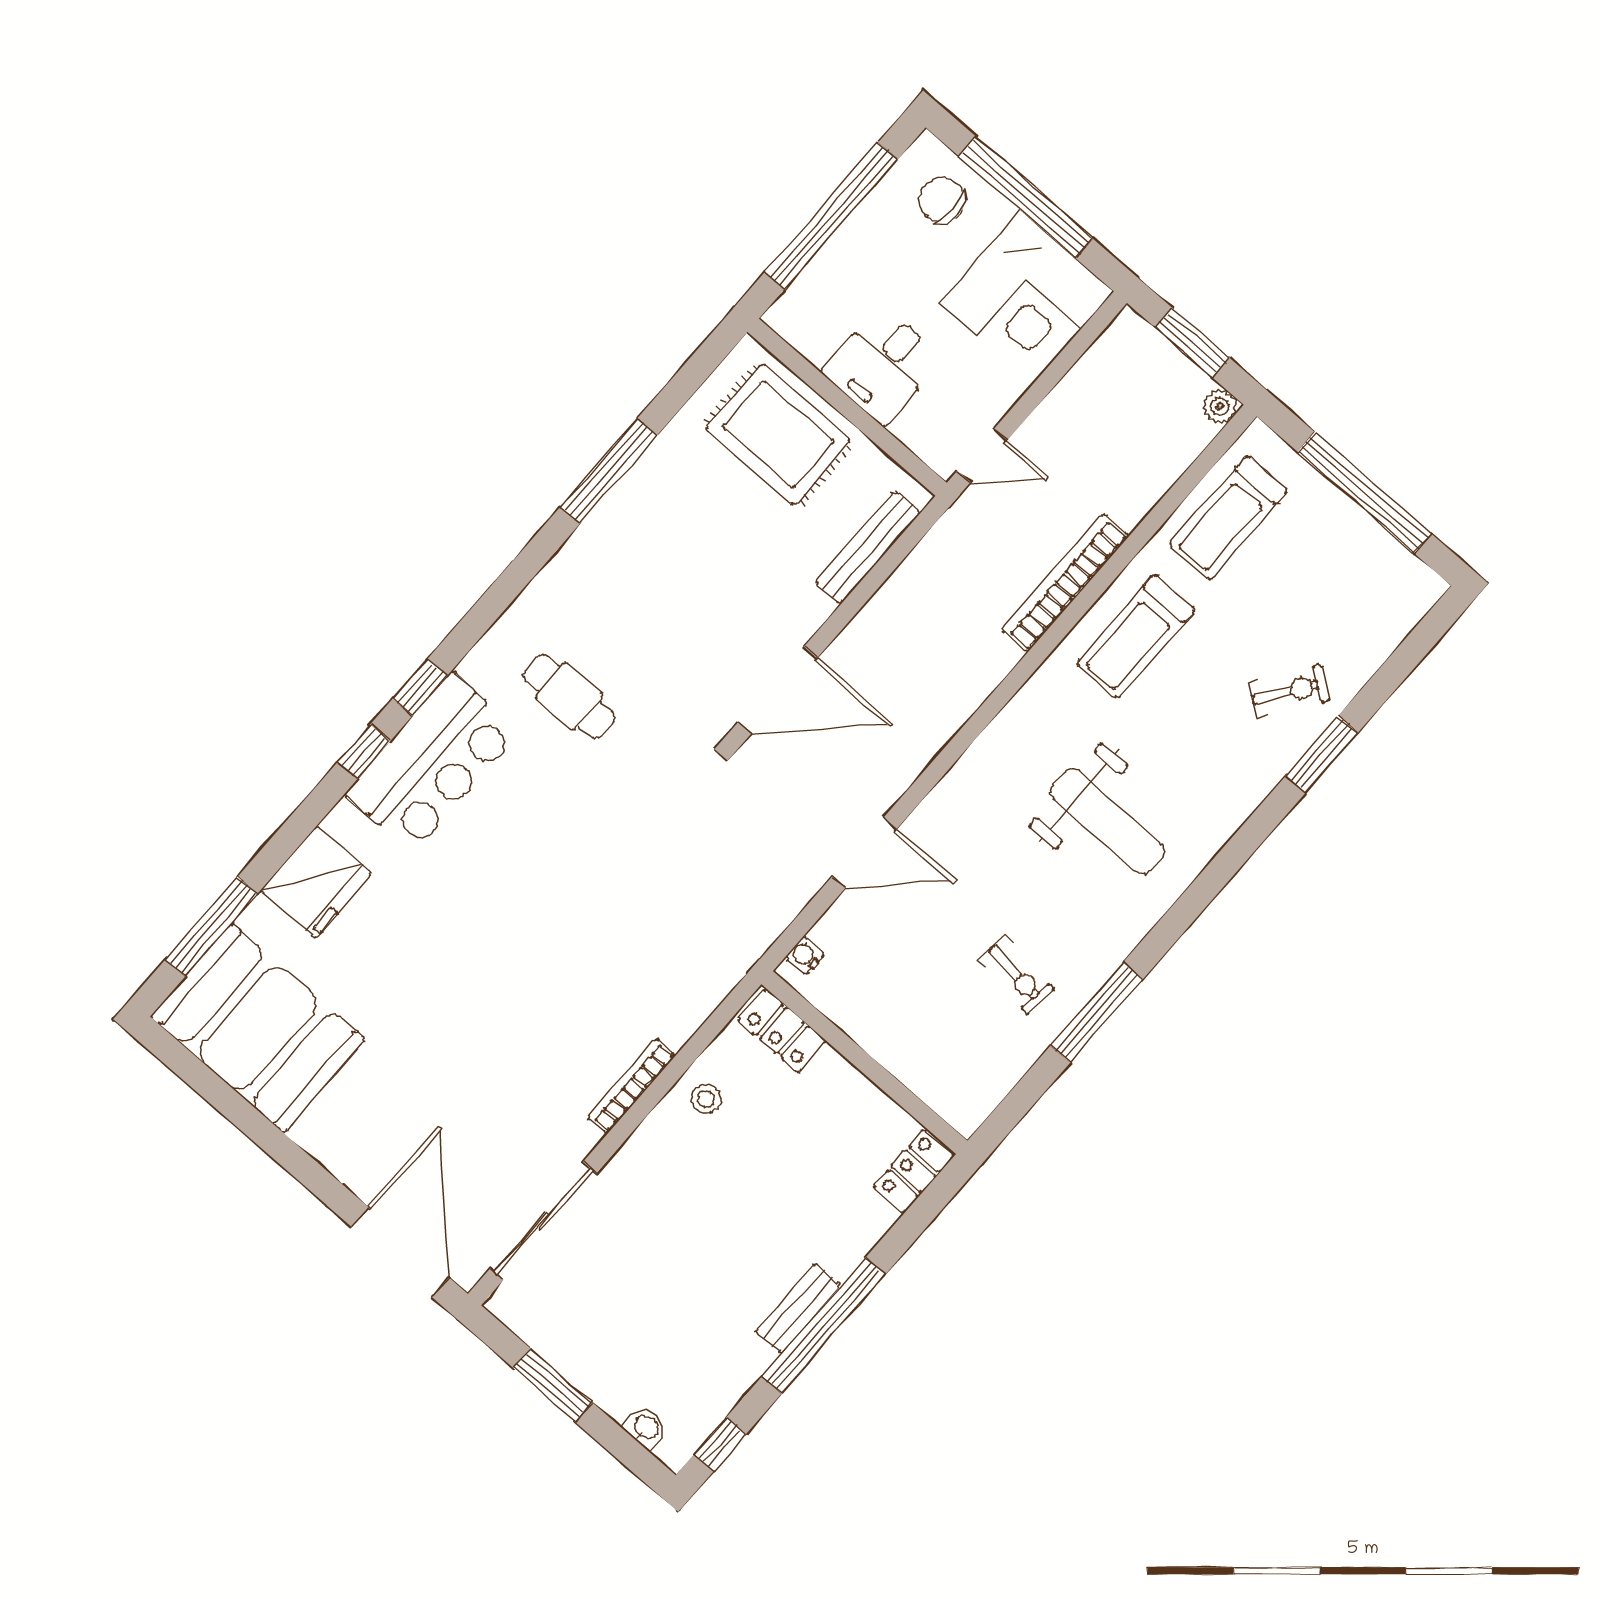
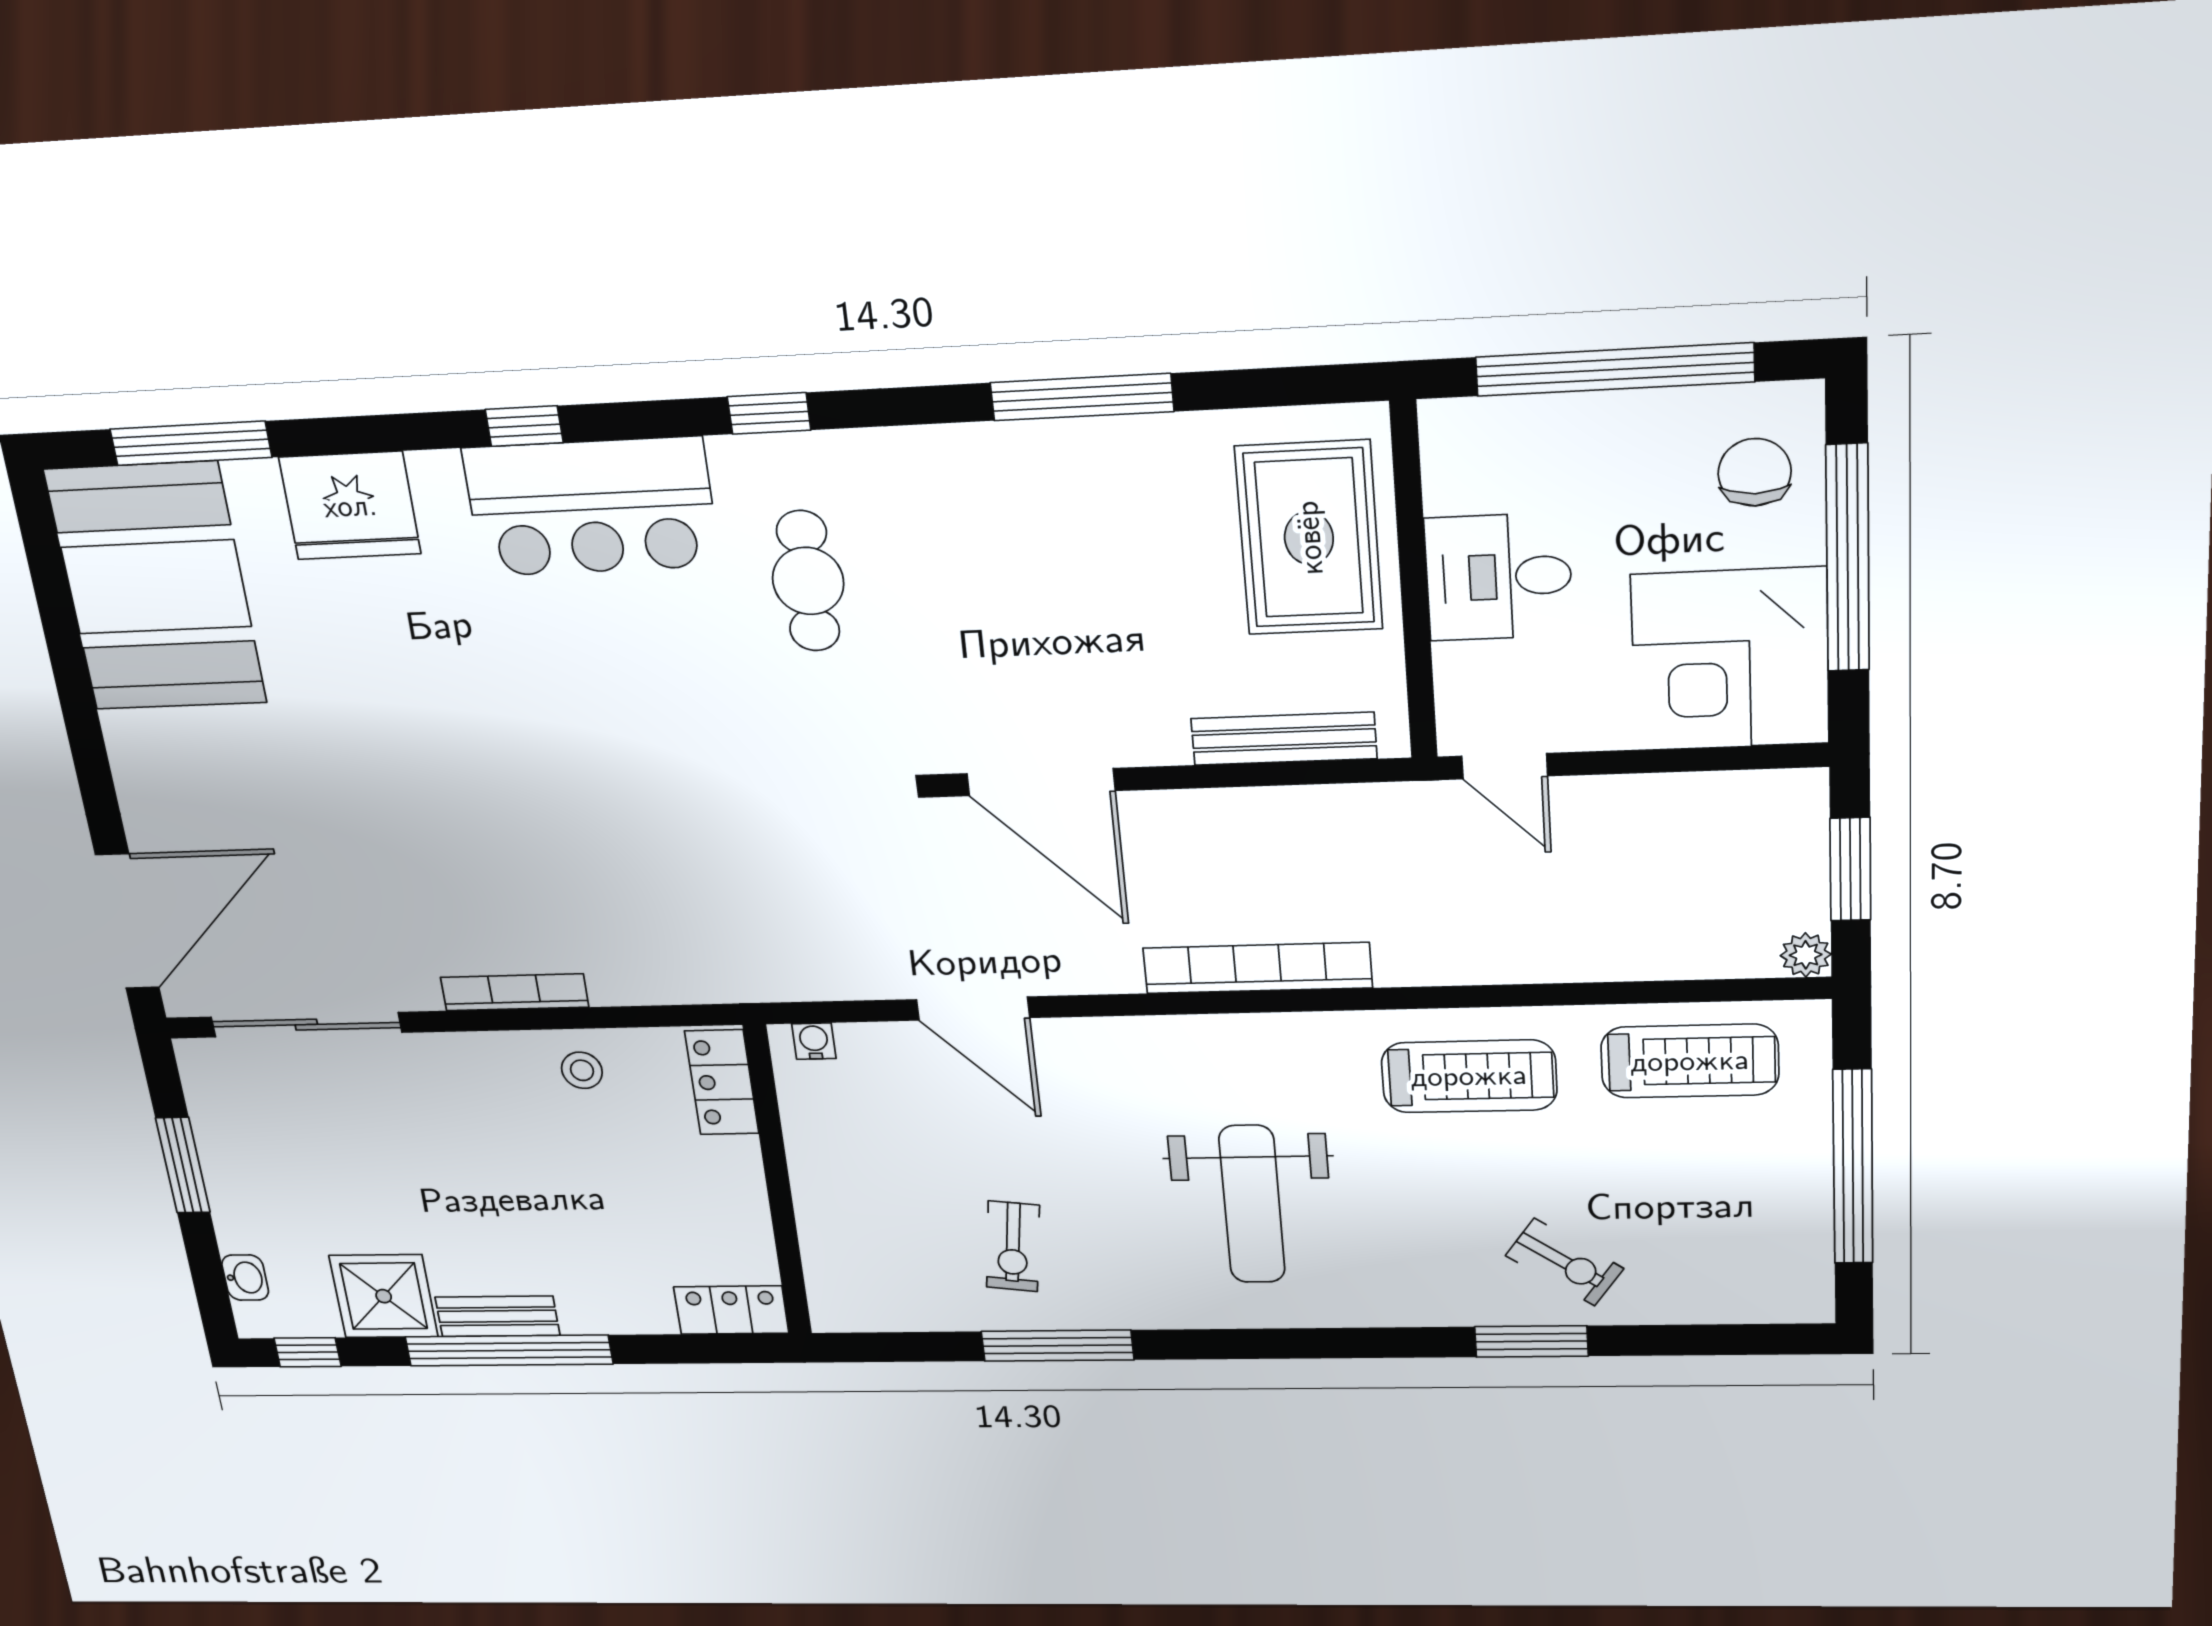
treadmill: (1228, 518) -> (1690, 1061), turned 180
bookcase: (1065, 583) -> (1257, 968), moved
treadmill: (1136, 636) -> (1469, 1076), turned 180
window: (420, 687) -> (769, 413), moved
shower: (728, 1360) -> (384, 1296), added

